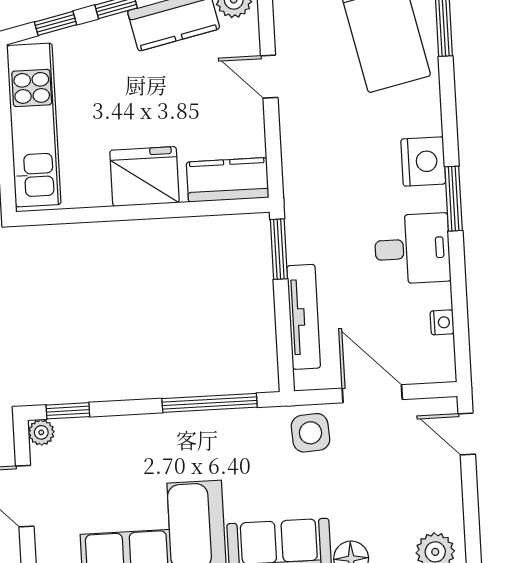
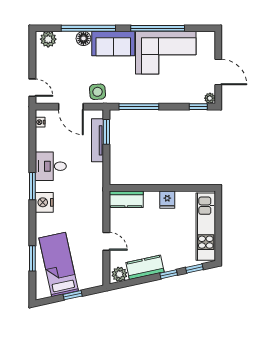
fridge: (145, 176) -> (167, 200), width x0.53, depth x0.75
window: (279, 249) -> (106, 132), moved
nightstand: (442, 322) -> (40, 122), moved

